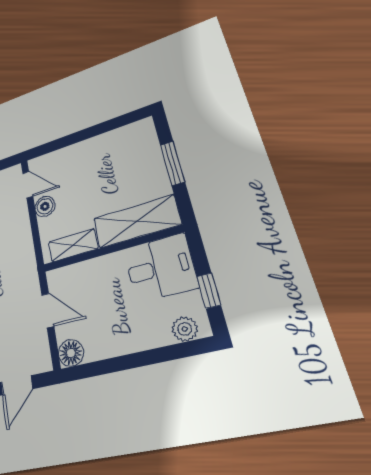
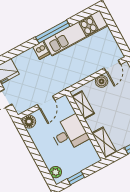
shelving: (137, 221) -> (104, 142), width x0.67, depth x0.75
desk: (160, 268) -> (69, 133), moved, turned -90

